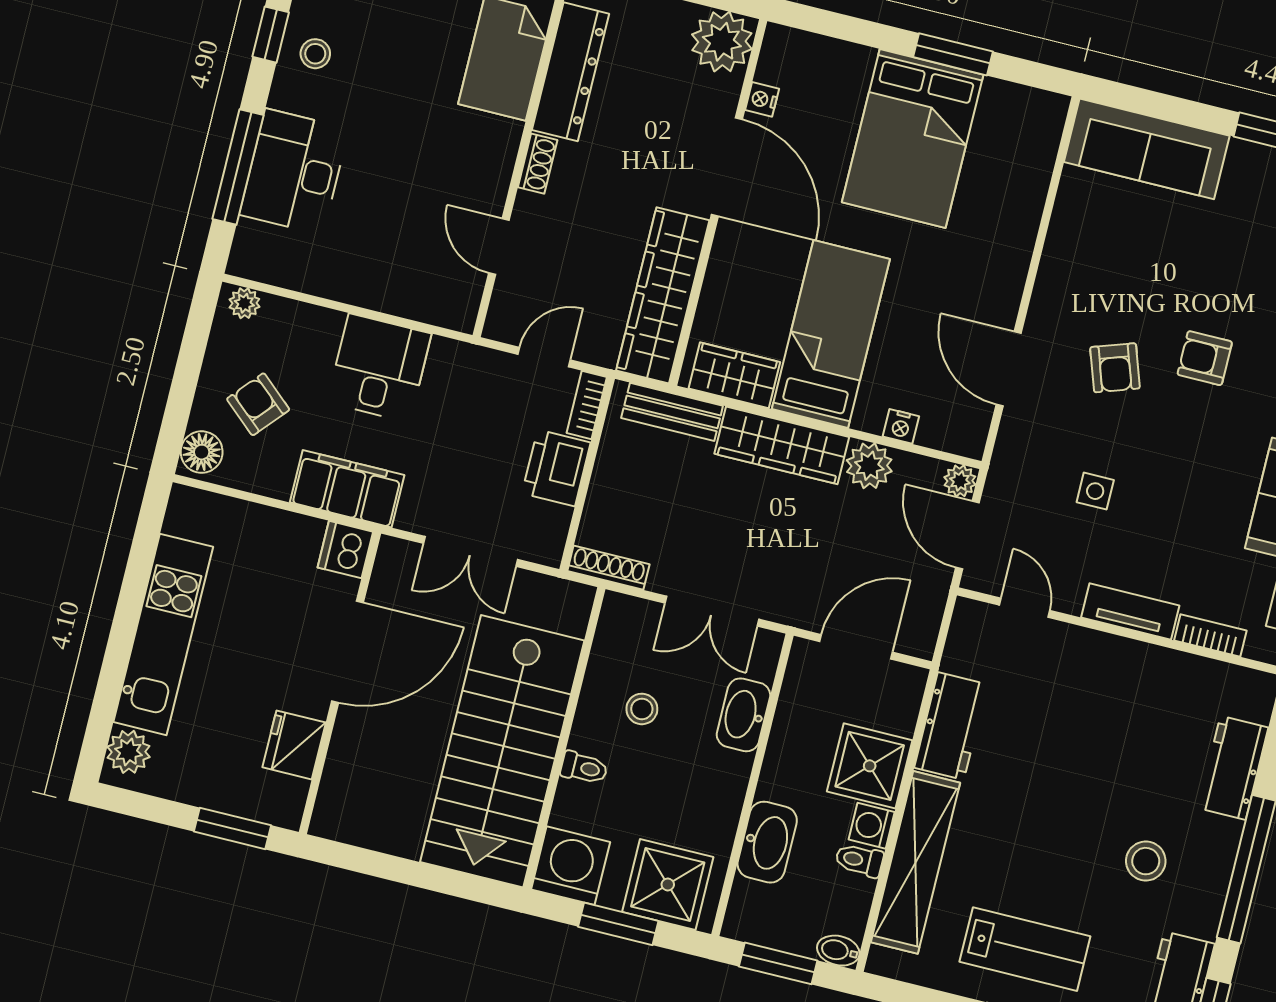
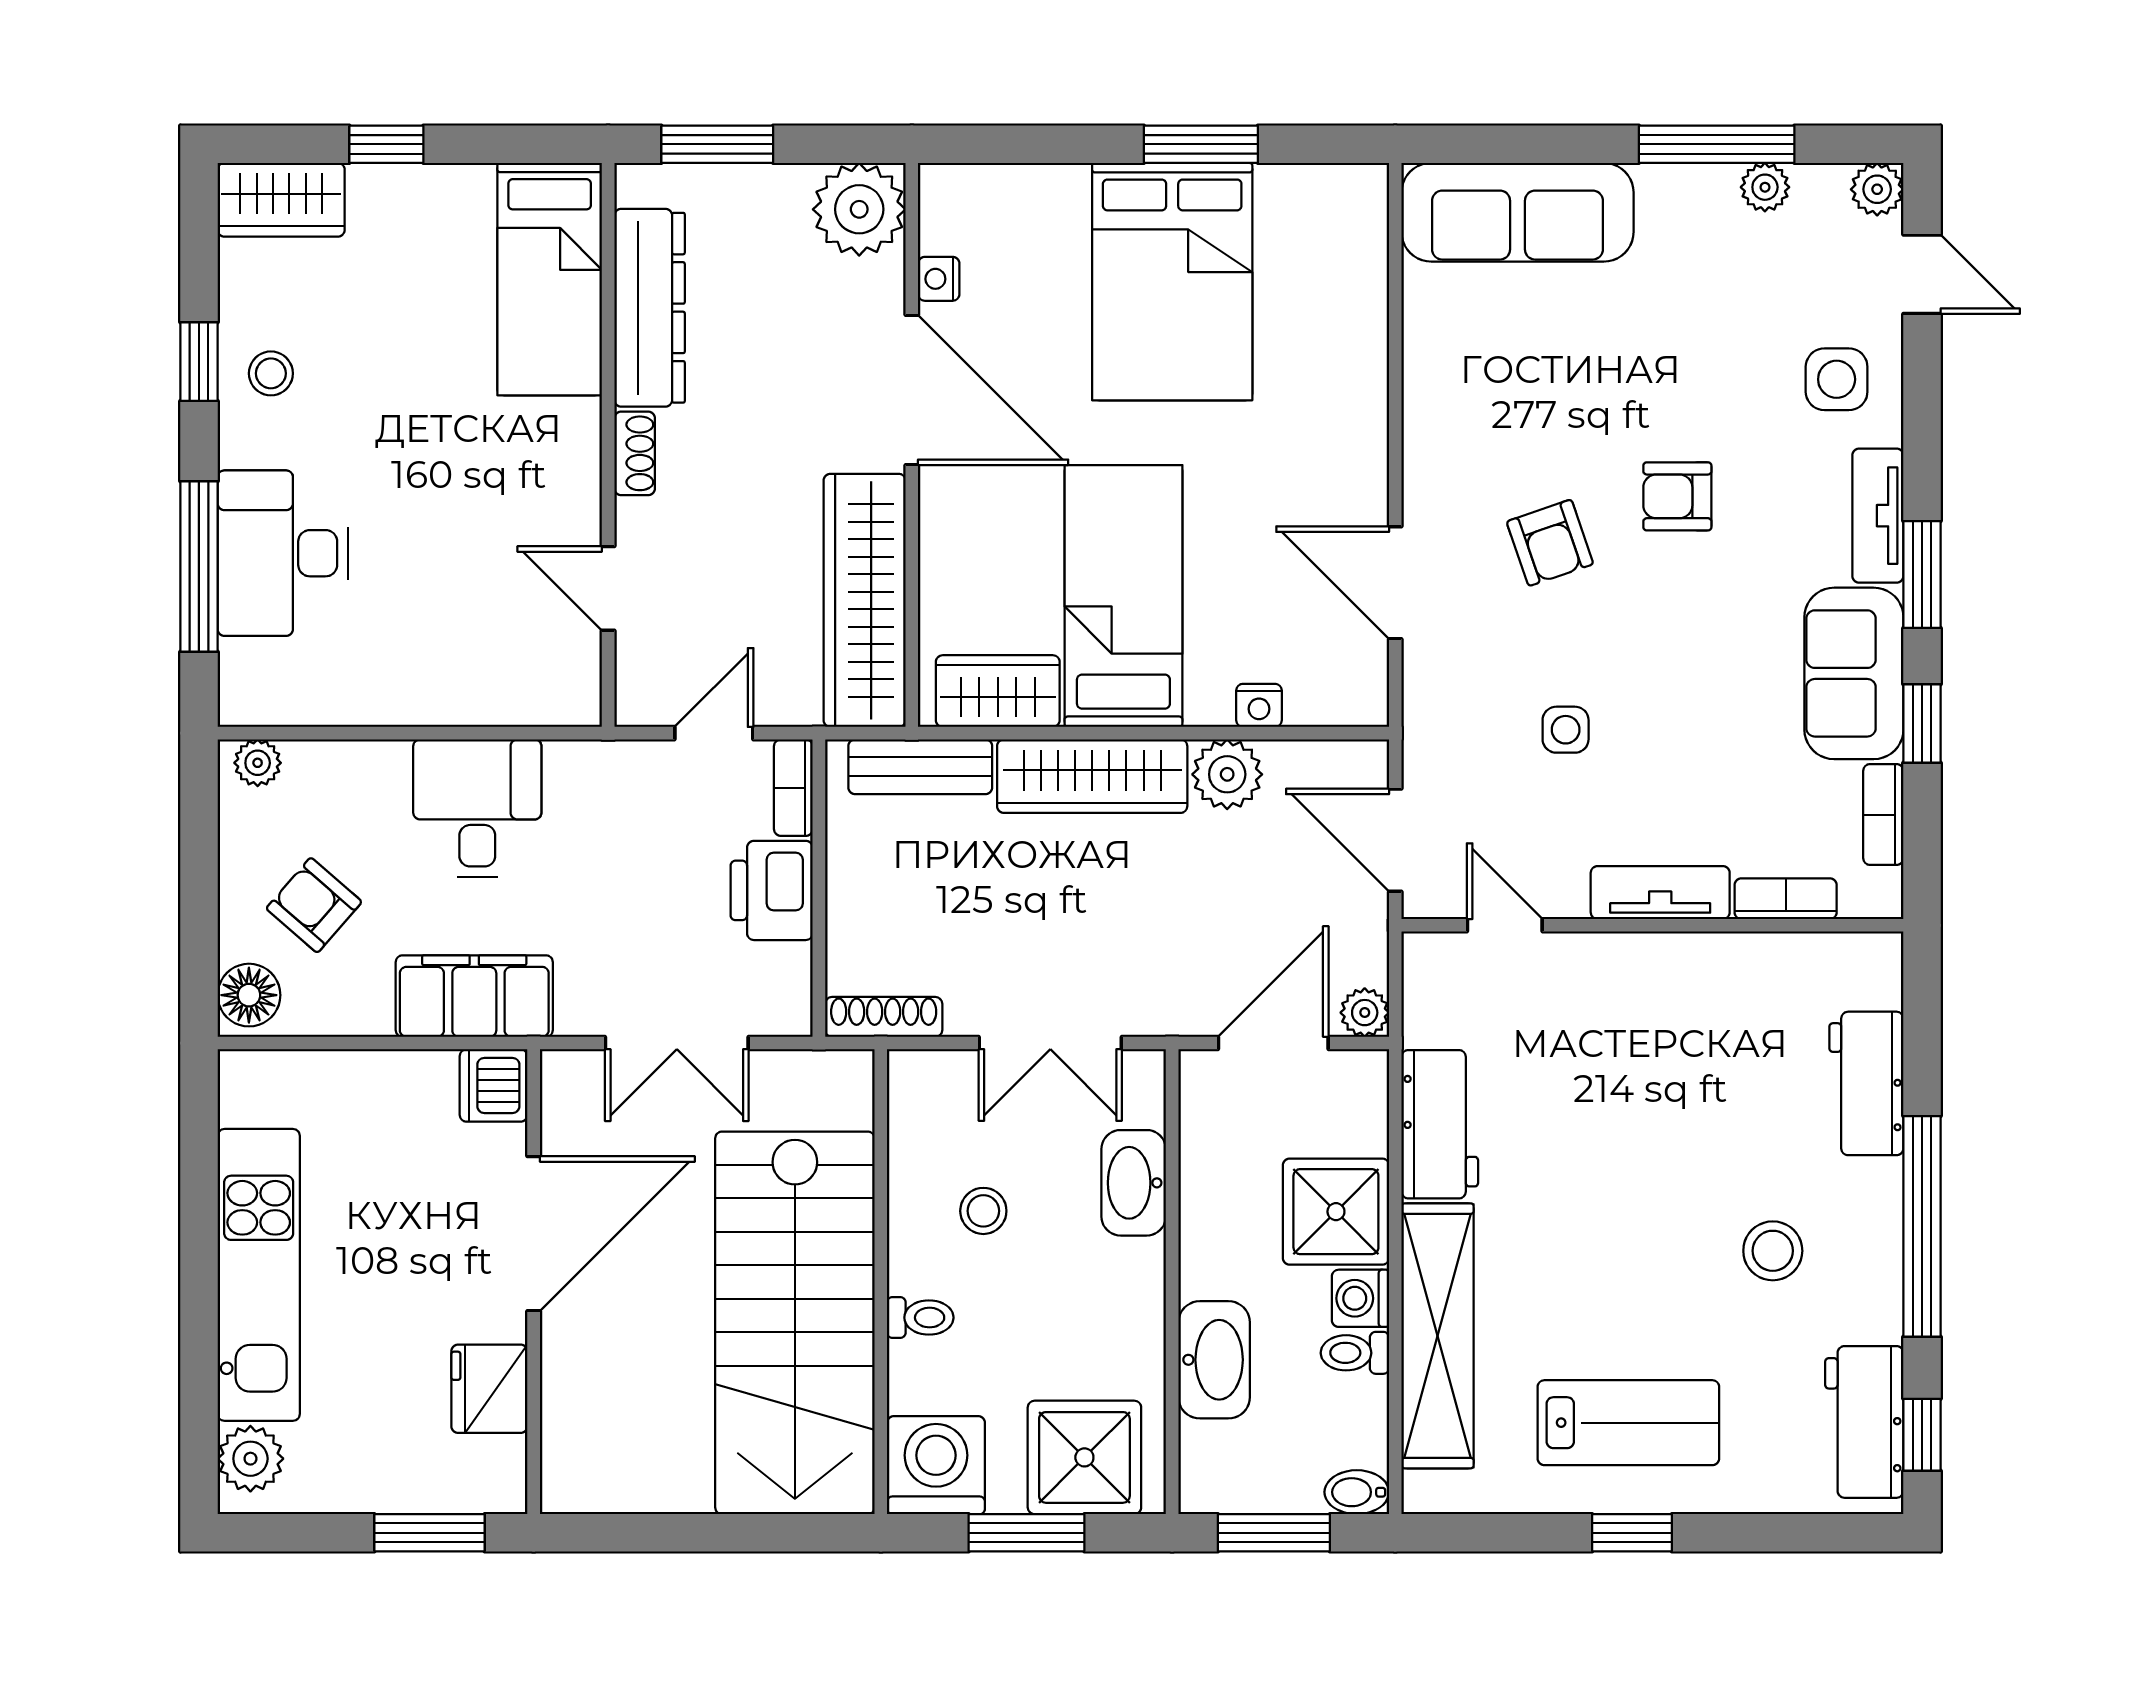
plant: (960, 481) -> (1365, 1013), moved

